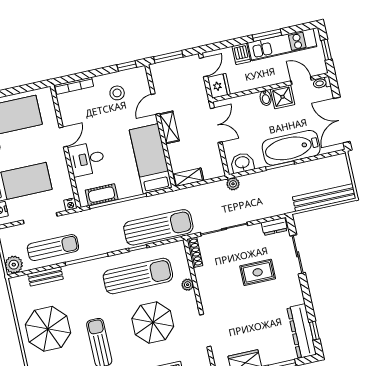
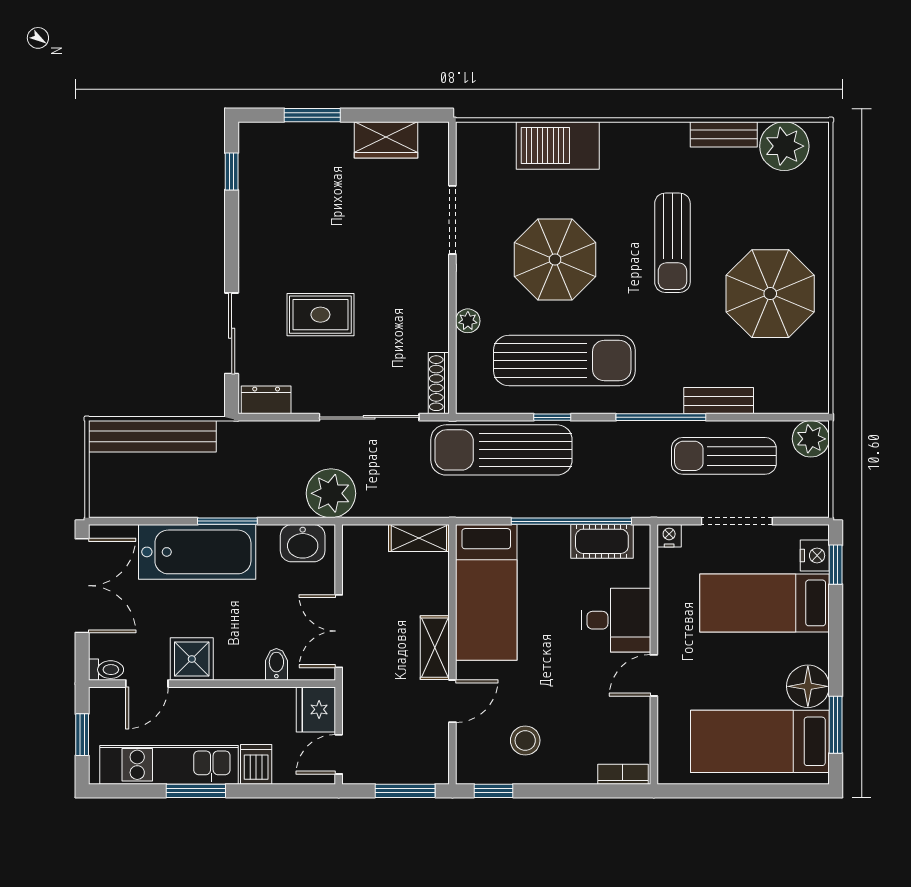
door: (301, 81) -> (147, 684), hinge flipped
bookcase: (74, 86) -> (623, 774), width x0.64
bidet: (266, 98) -> (276, 664), moved
plant: (233, 184) -> (331, 493), width x1.87, depth x1.87
bench: (45, 276) -> (719, 401), moved
sun lounger: (138, 276) -> (564, 361), turned 180
dresser: (302, 331) -> (257, 176), removed

